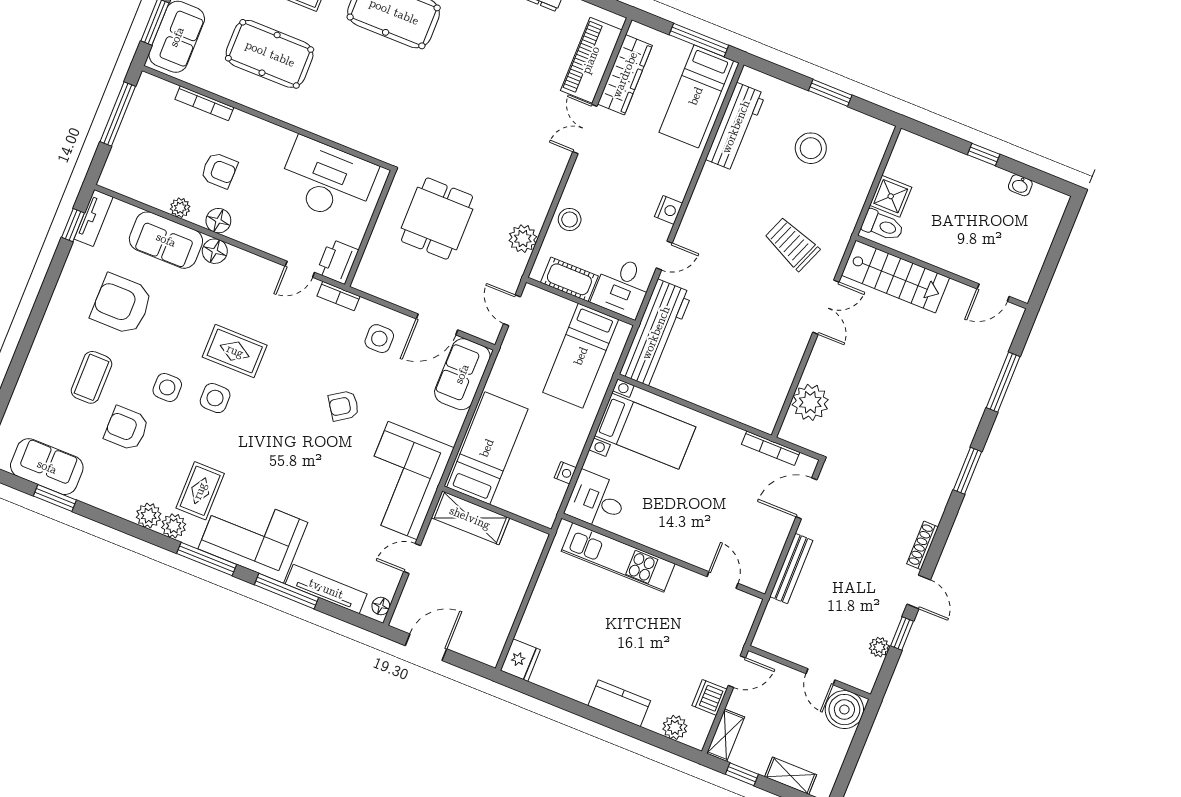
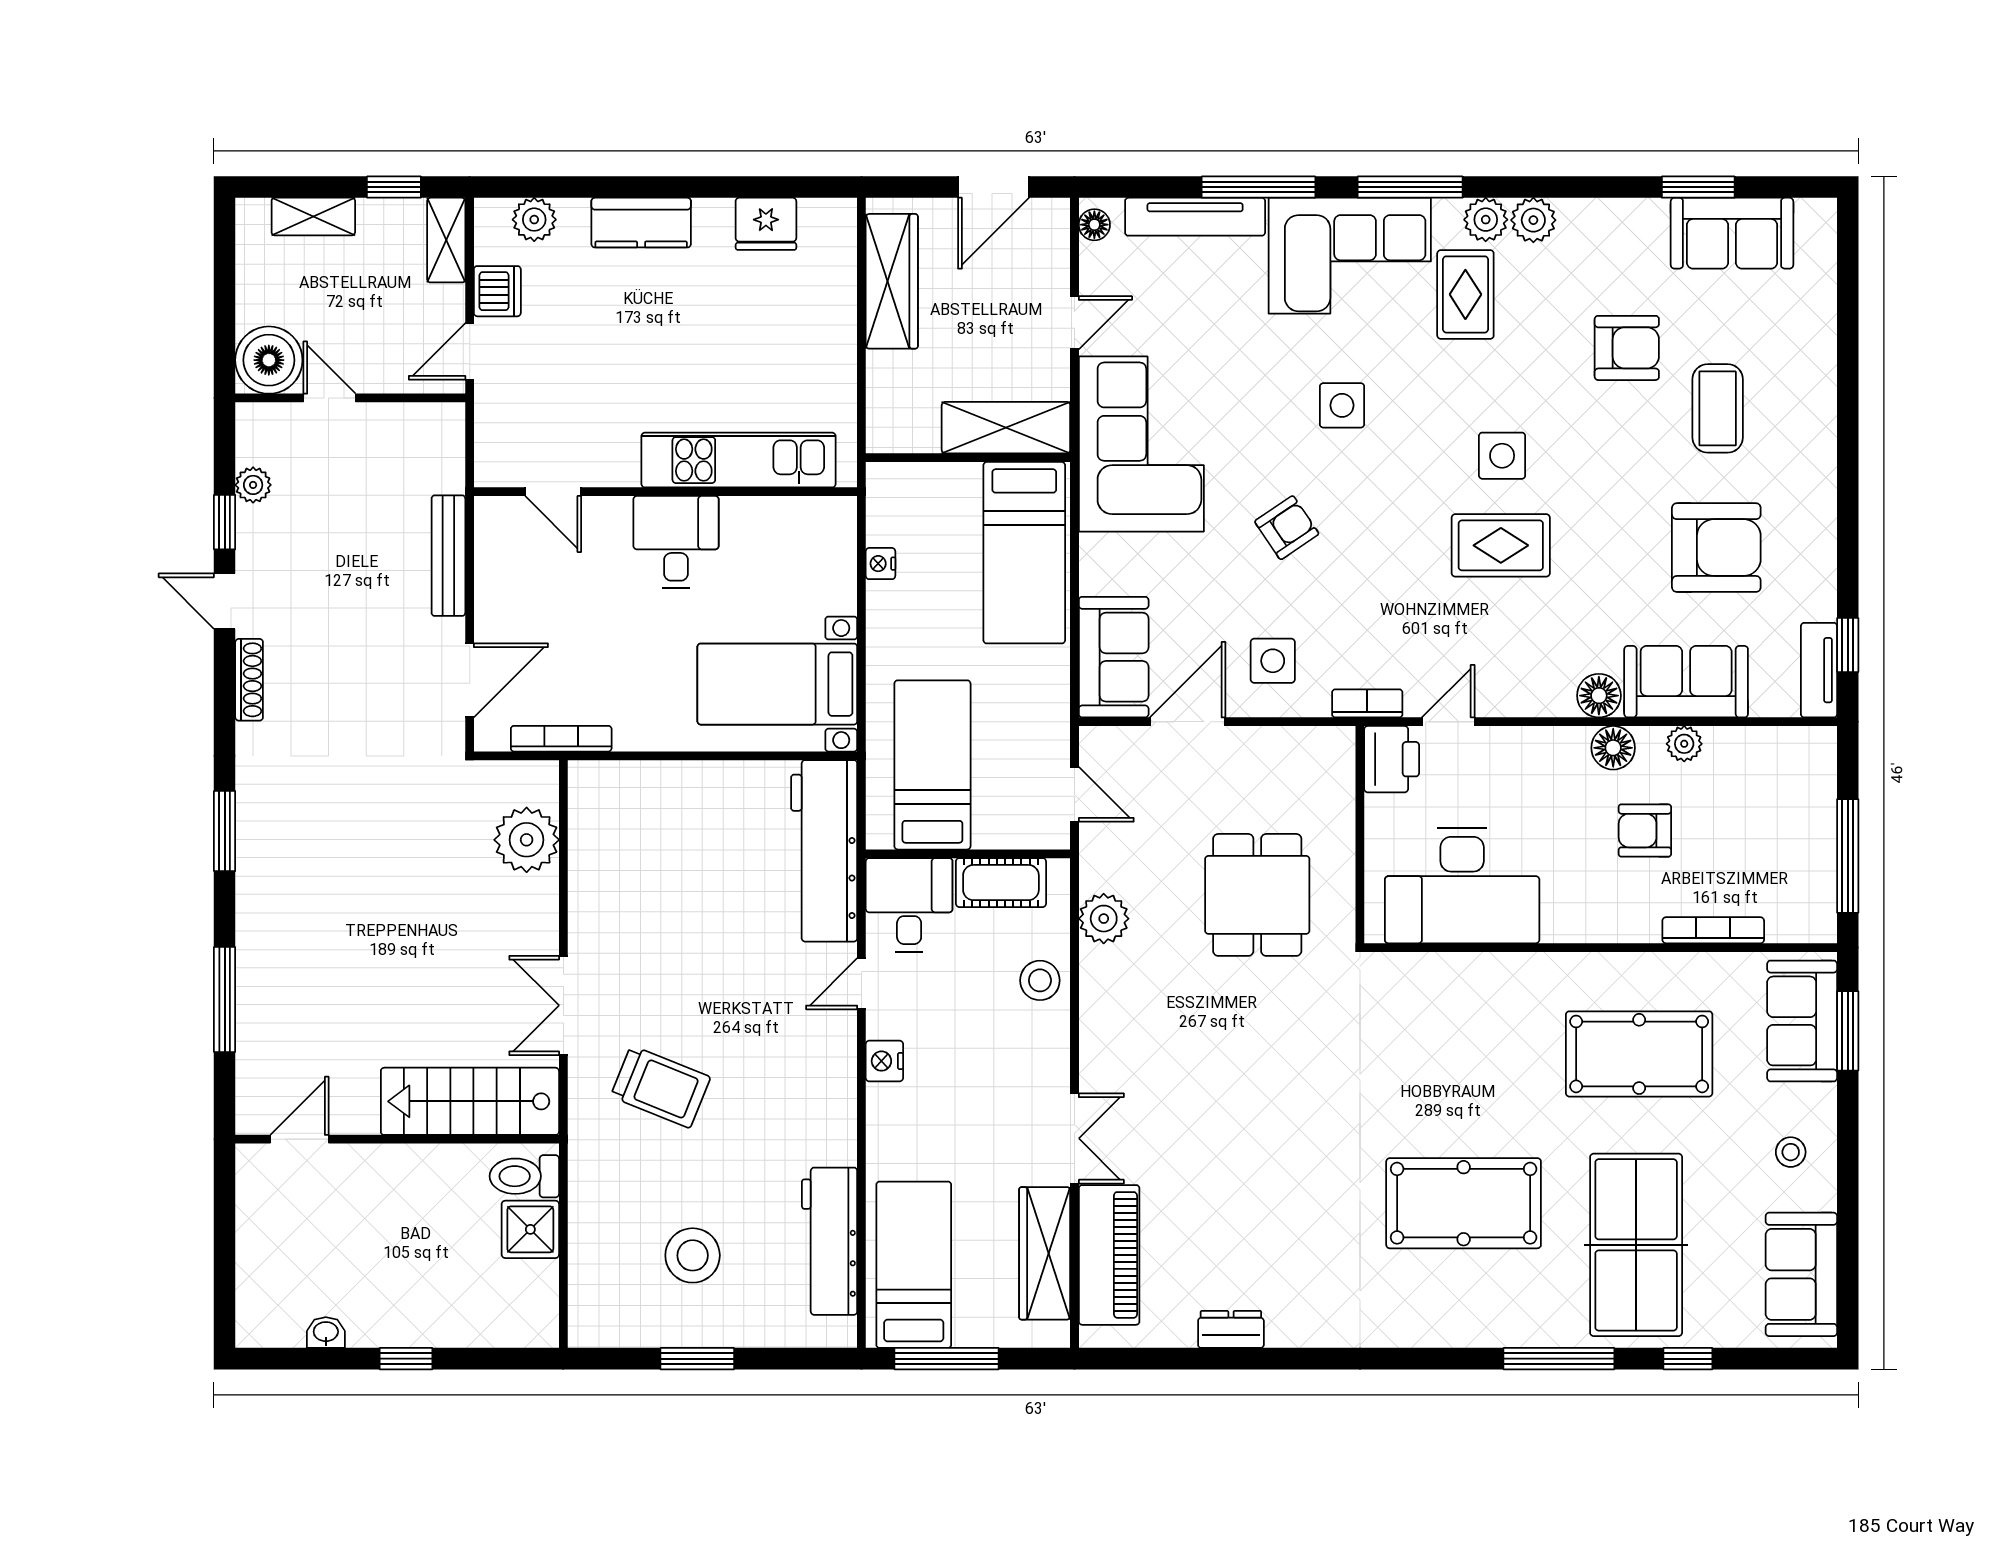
side table: (167, 387) -> (1342, 405), moved
desk: (597, 501) -> (676, 542), moved, turned -90
wardrobe: (500, 619) -> (892, 281), added
fridge: (520, 660) -> (766, 224), moved, turned -90

